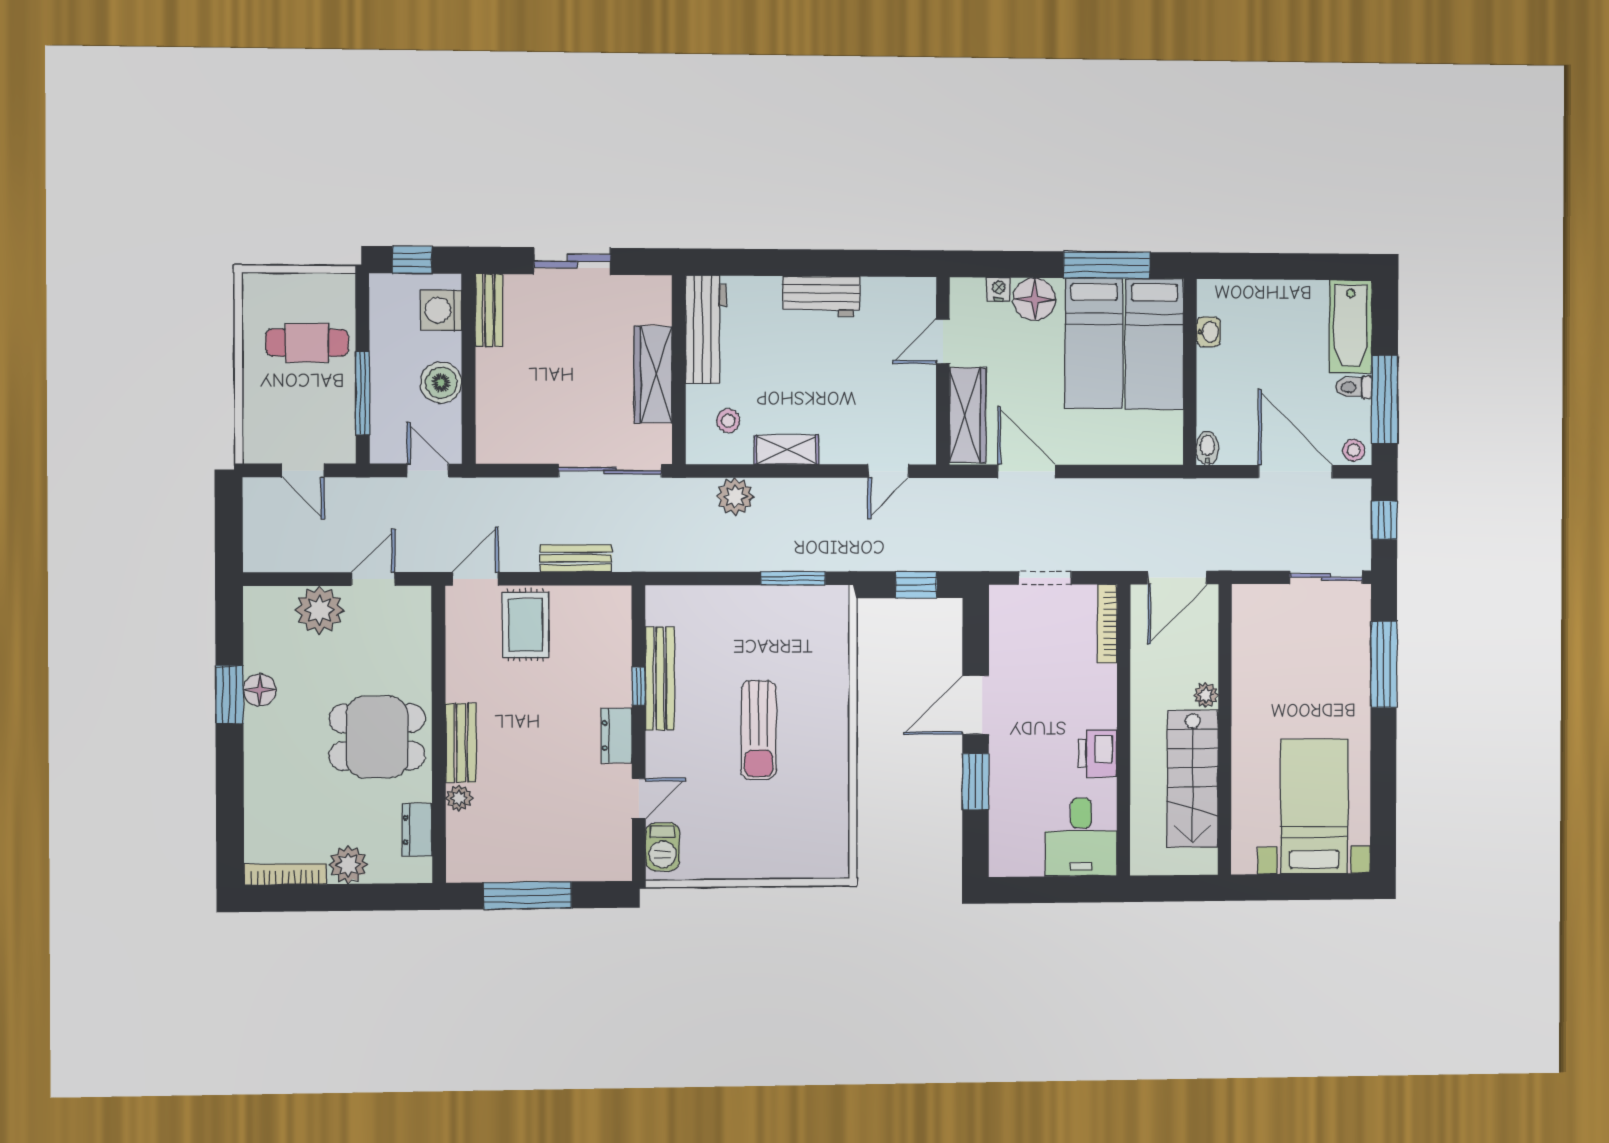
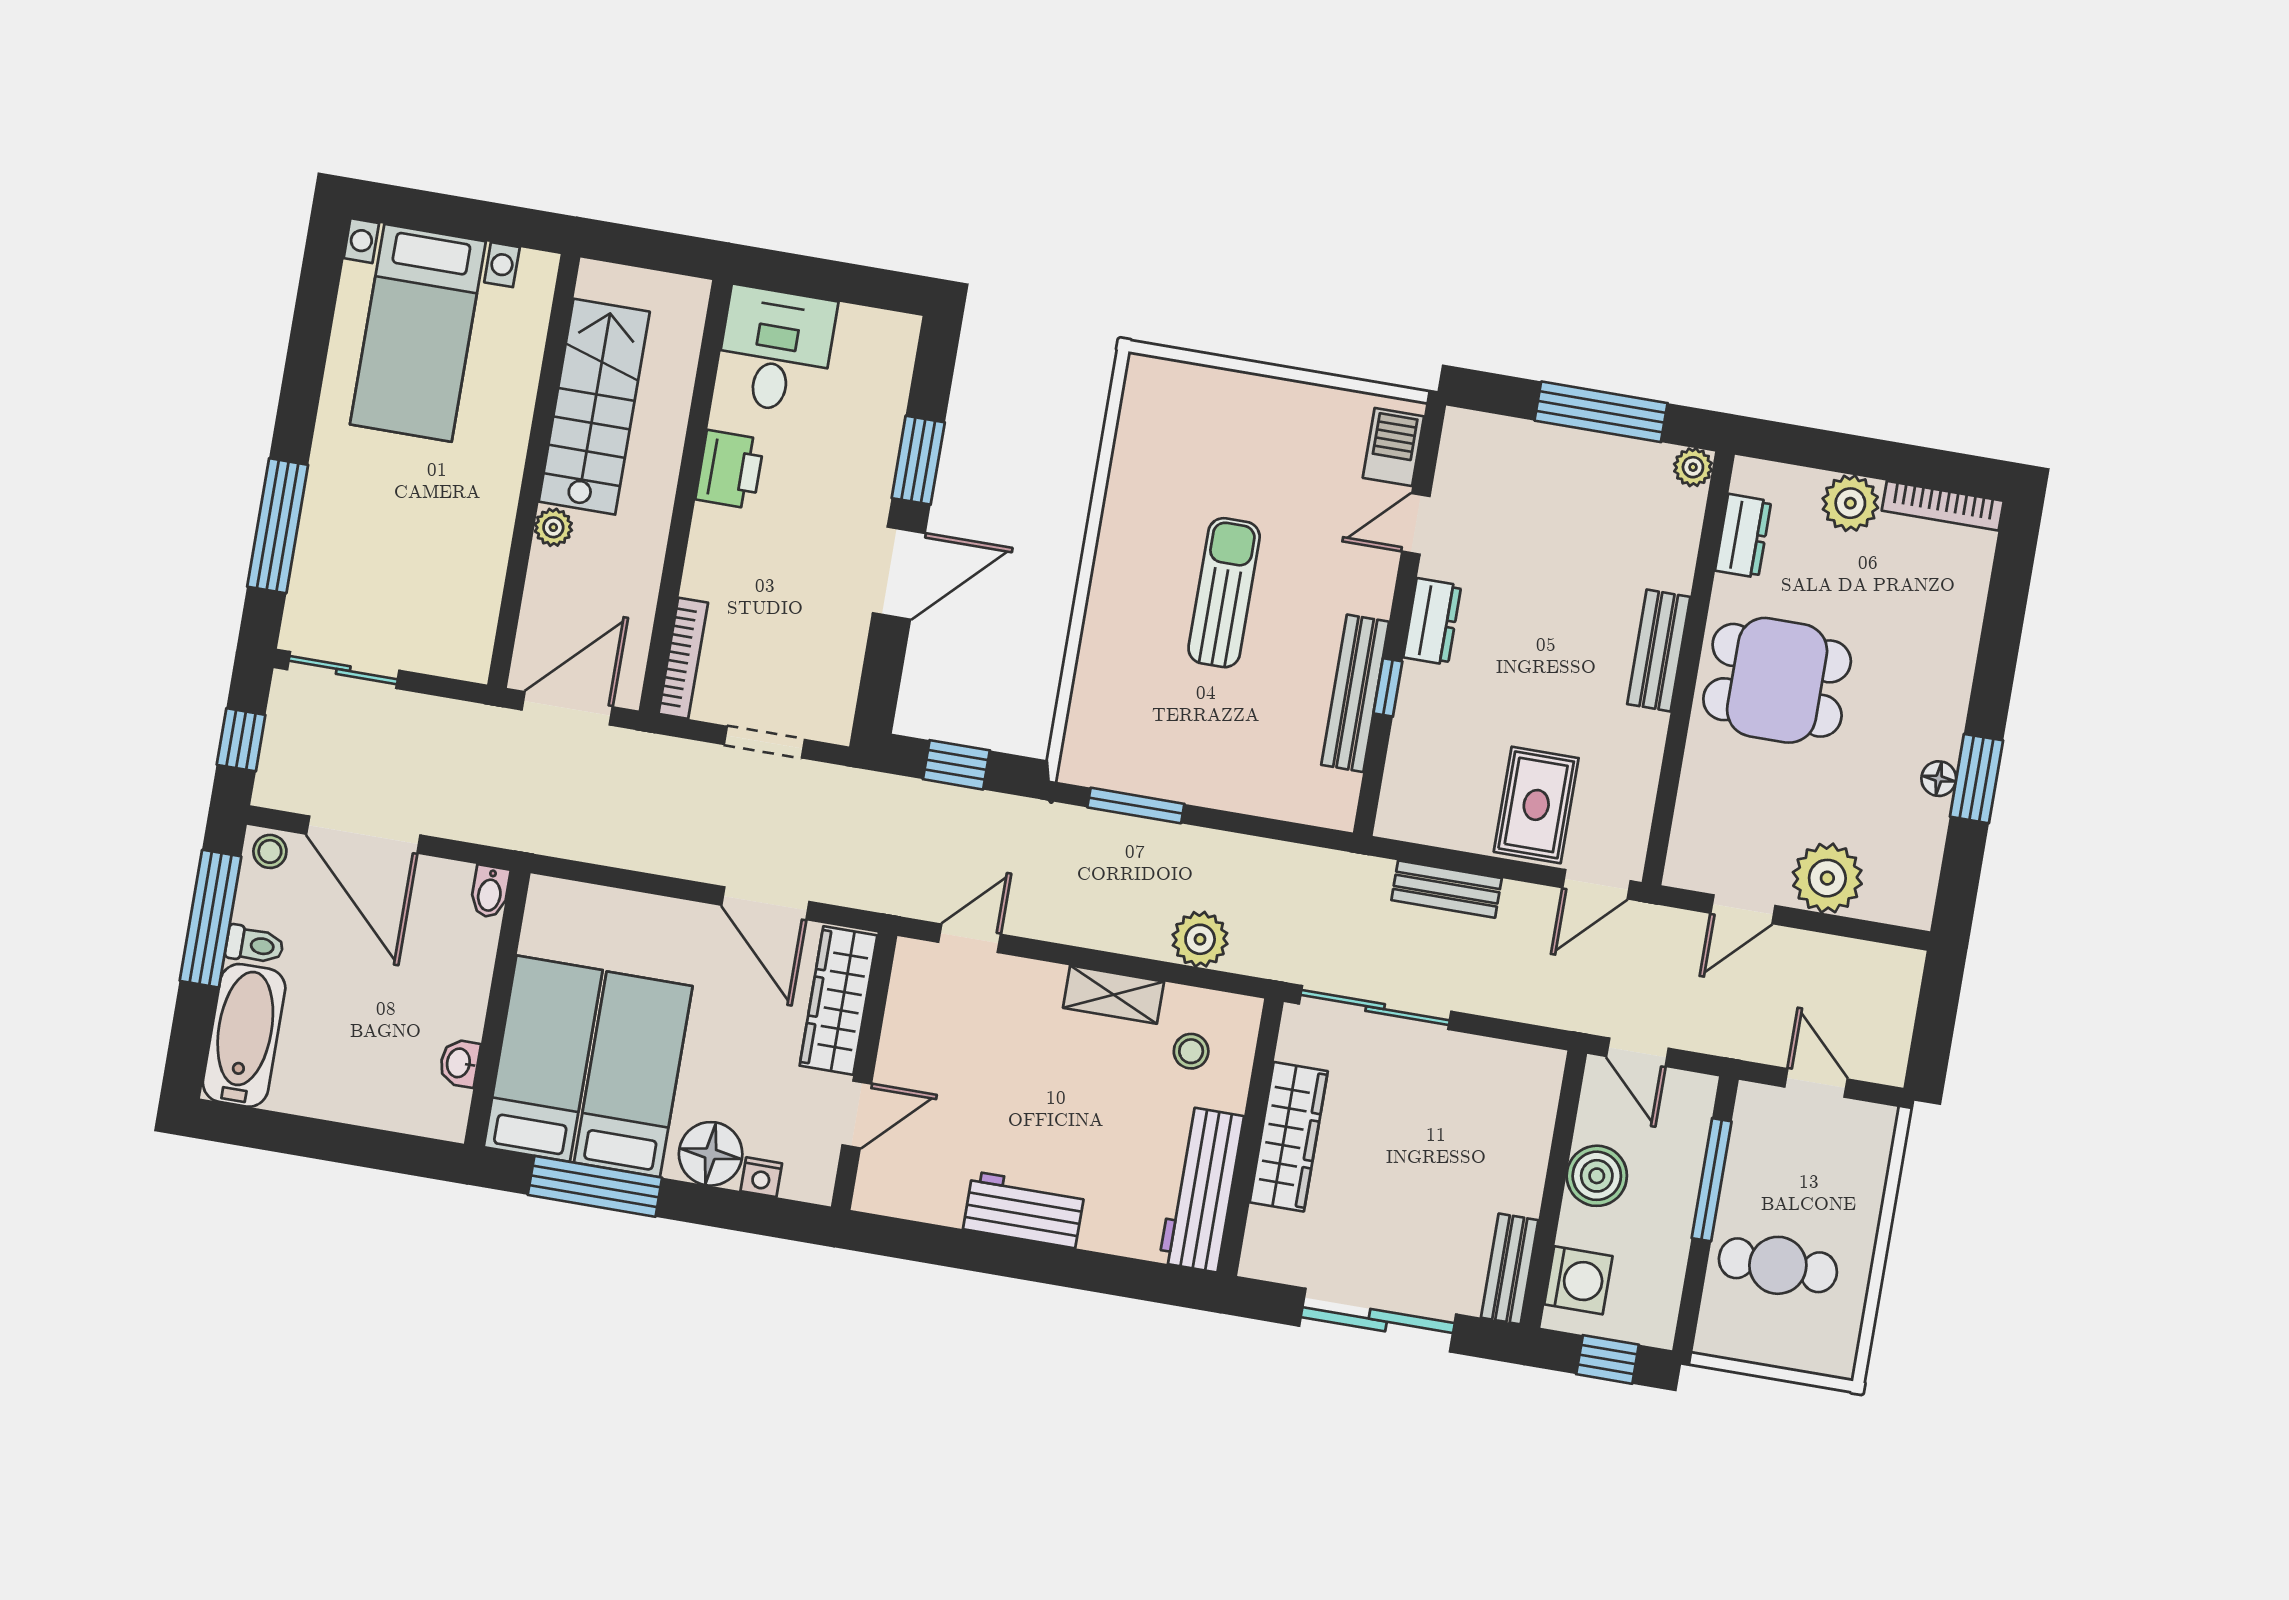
sliding door: (572, 261) -> (1378, 1320), width x1.37
floor lamp: (260, 690) -> (1939, 779), width x0.73, depth x0.73
plant: (459, 798) -> (1693, 467), moved

